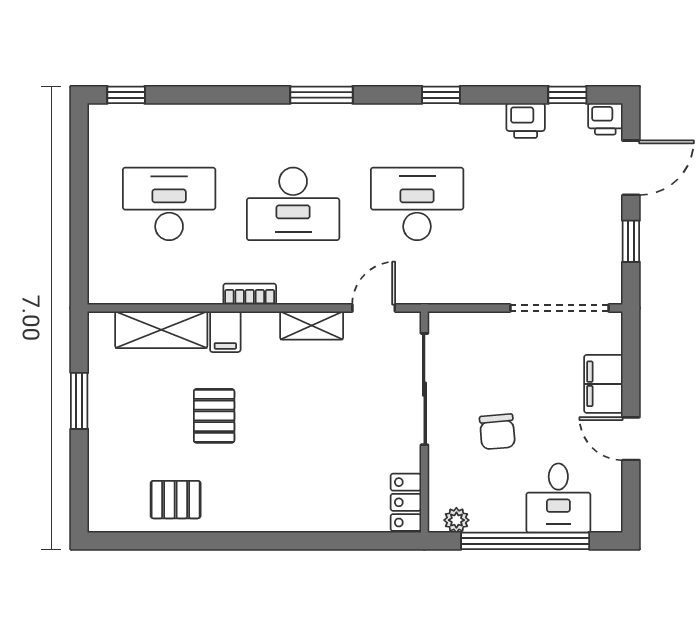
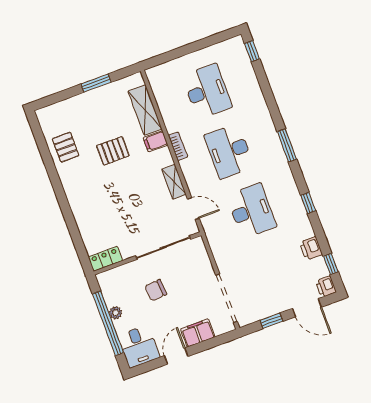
desk: (558, 498) -> (139, 346), moved, turned -90
plant: (456, 520) -> (116, 313), moved

